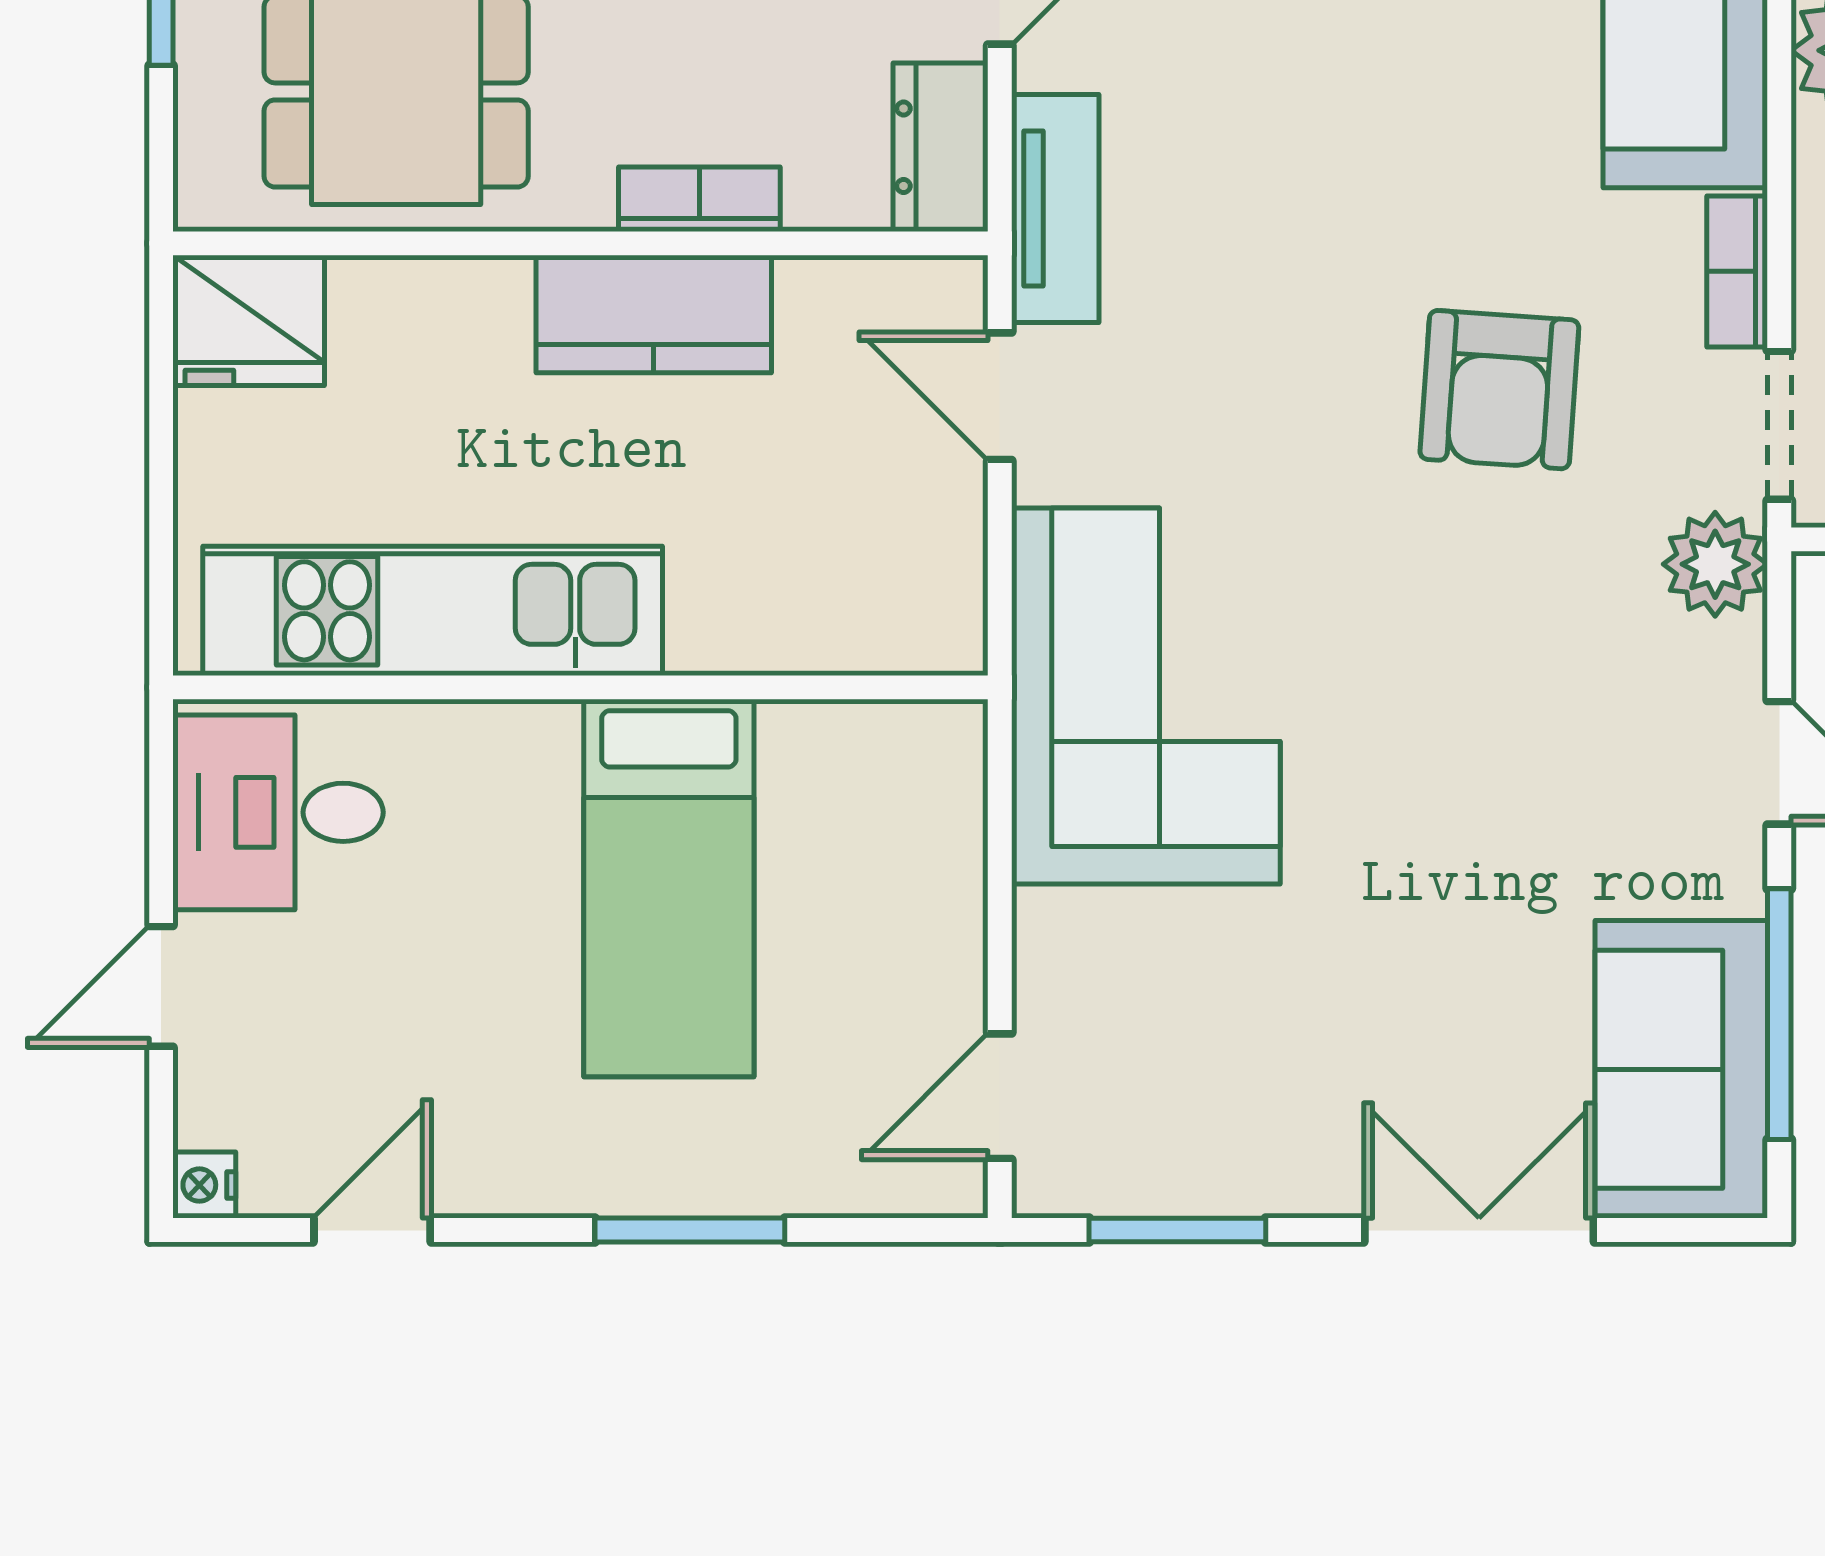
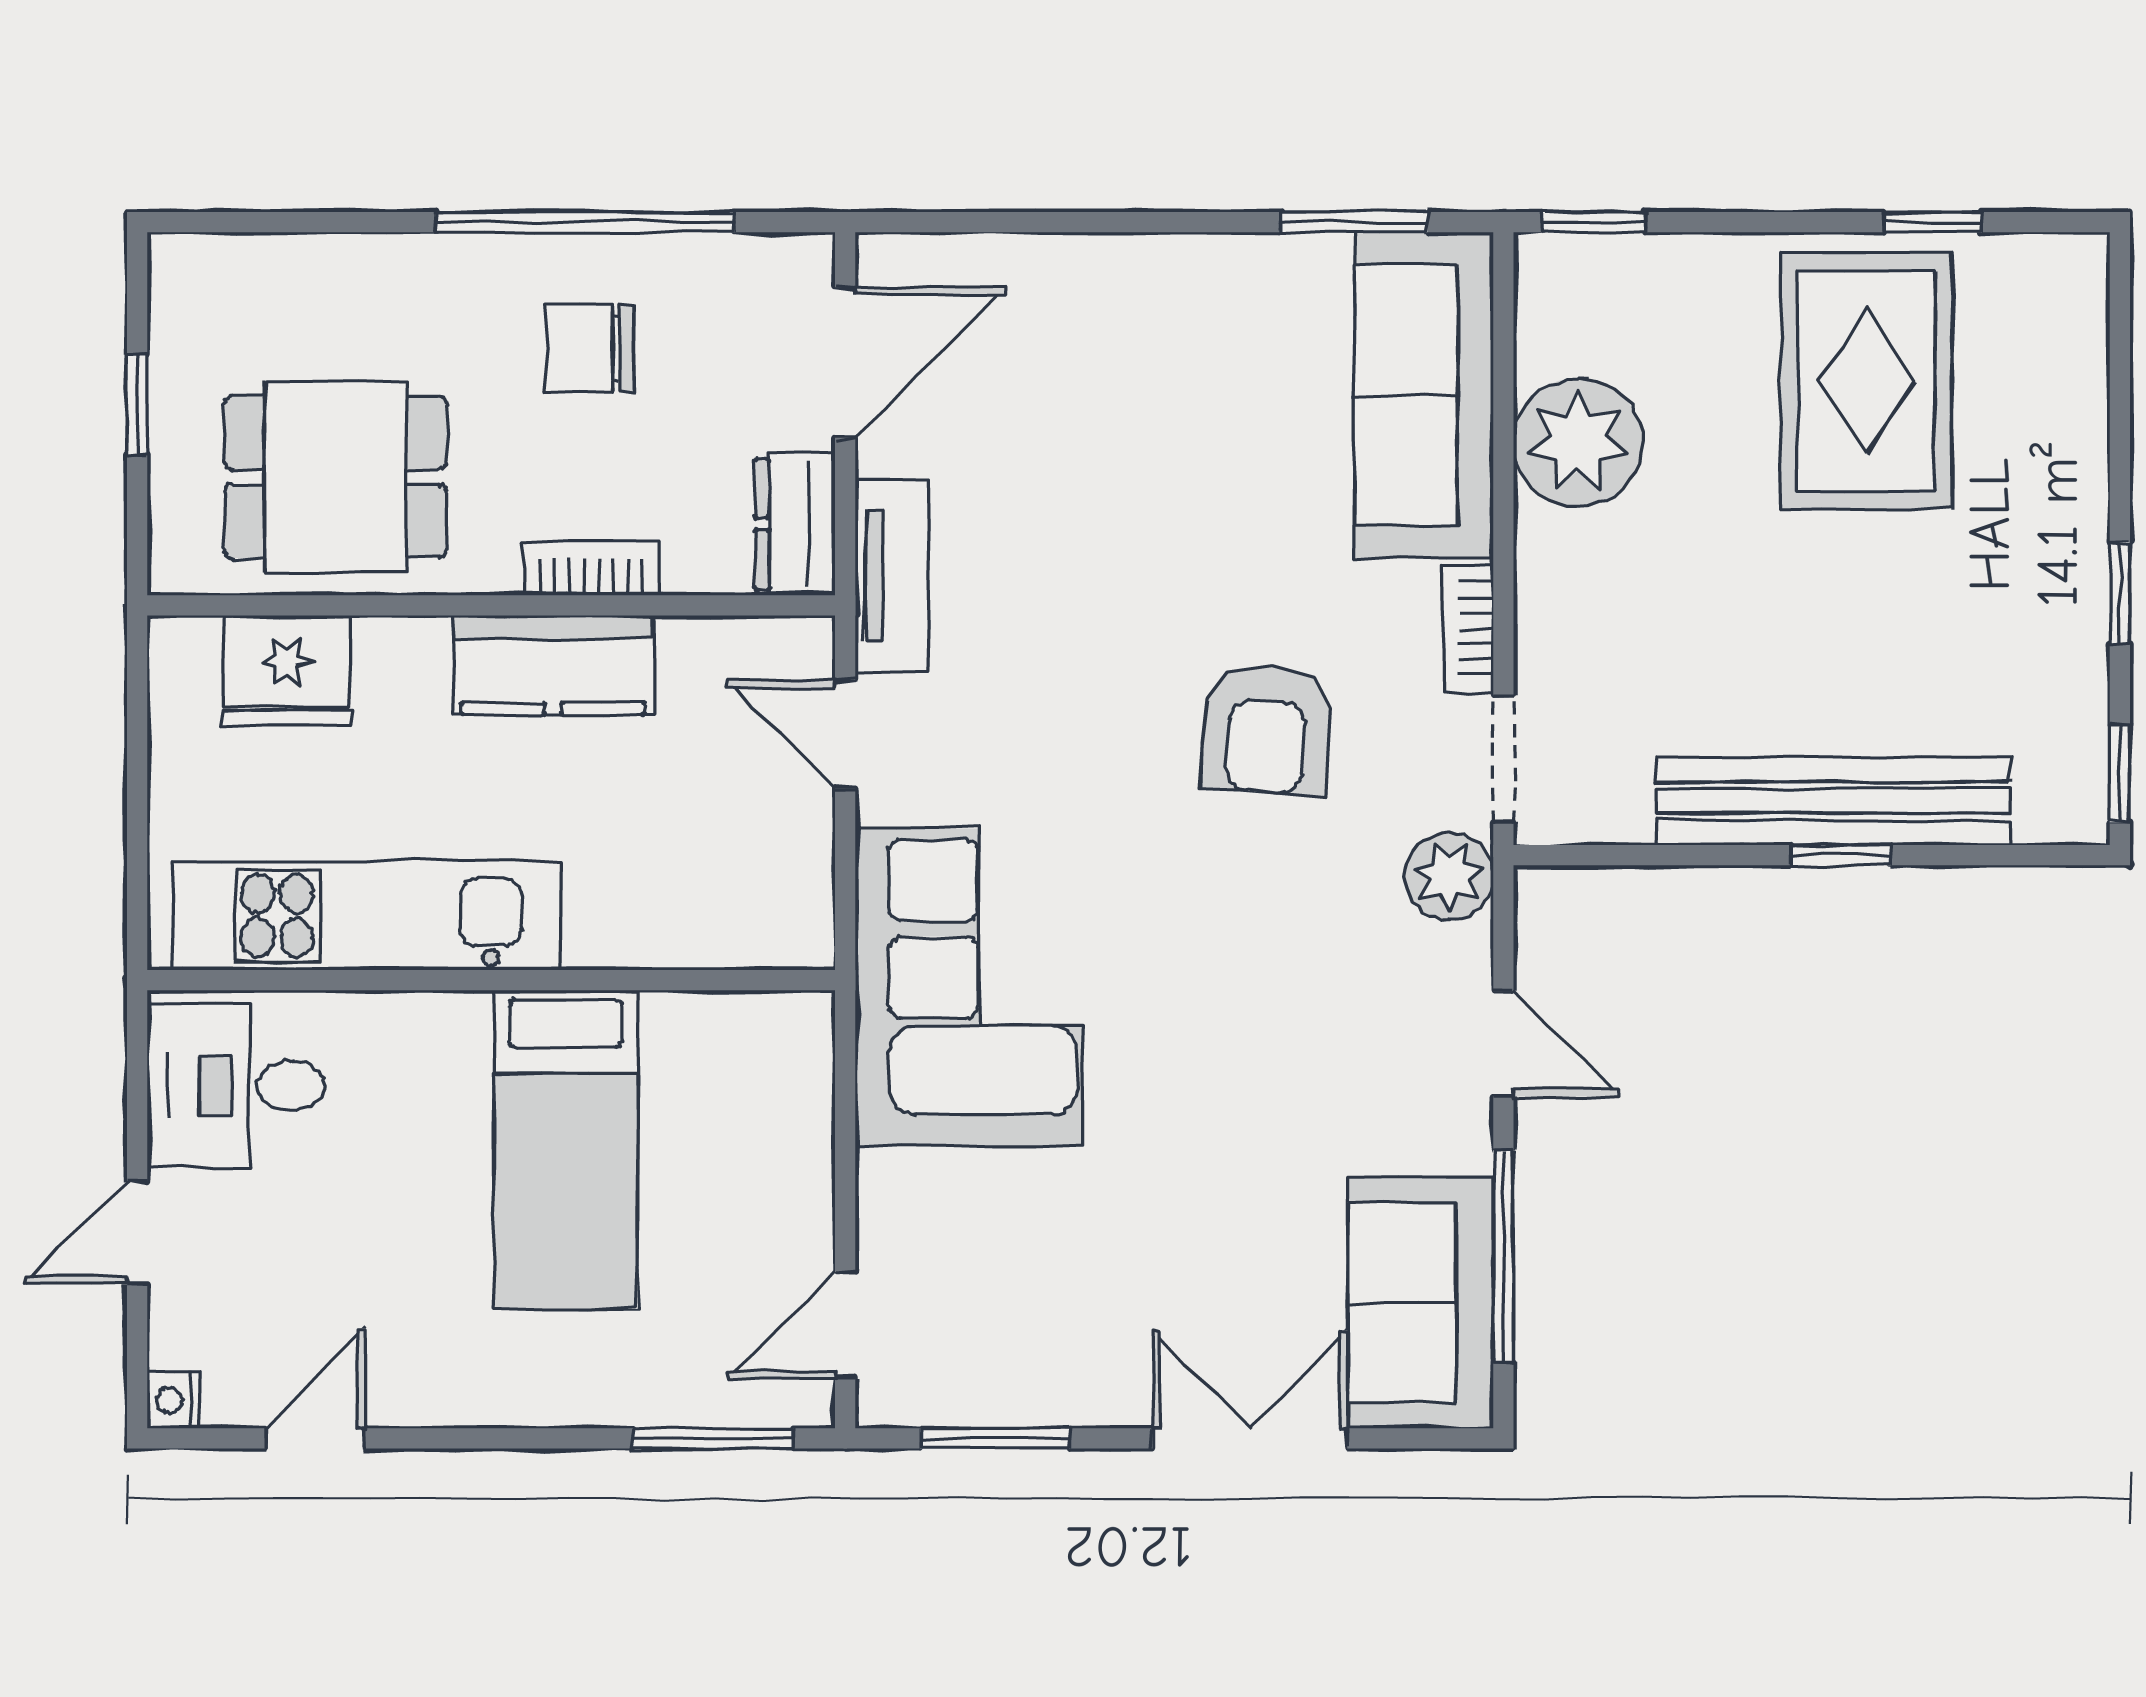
fridge: (249, 320) -> (287, 670), moved
window: (690, 1230) -> (713, 1438), moved

